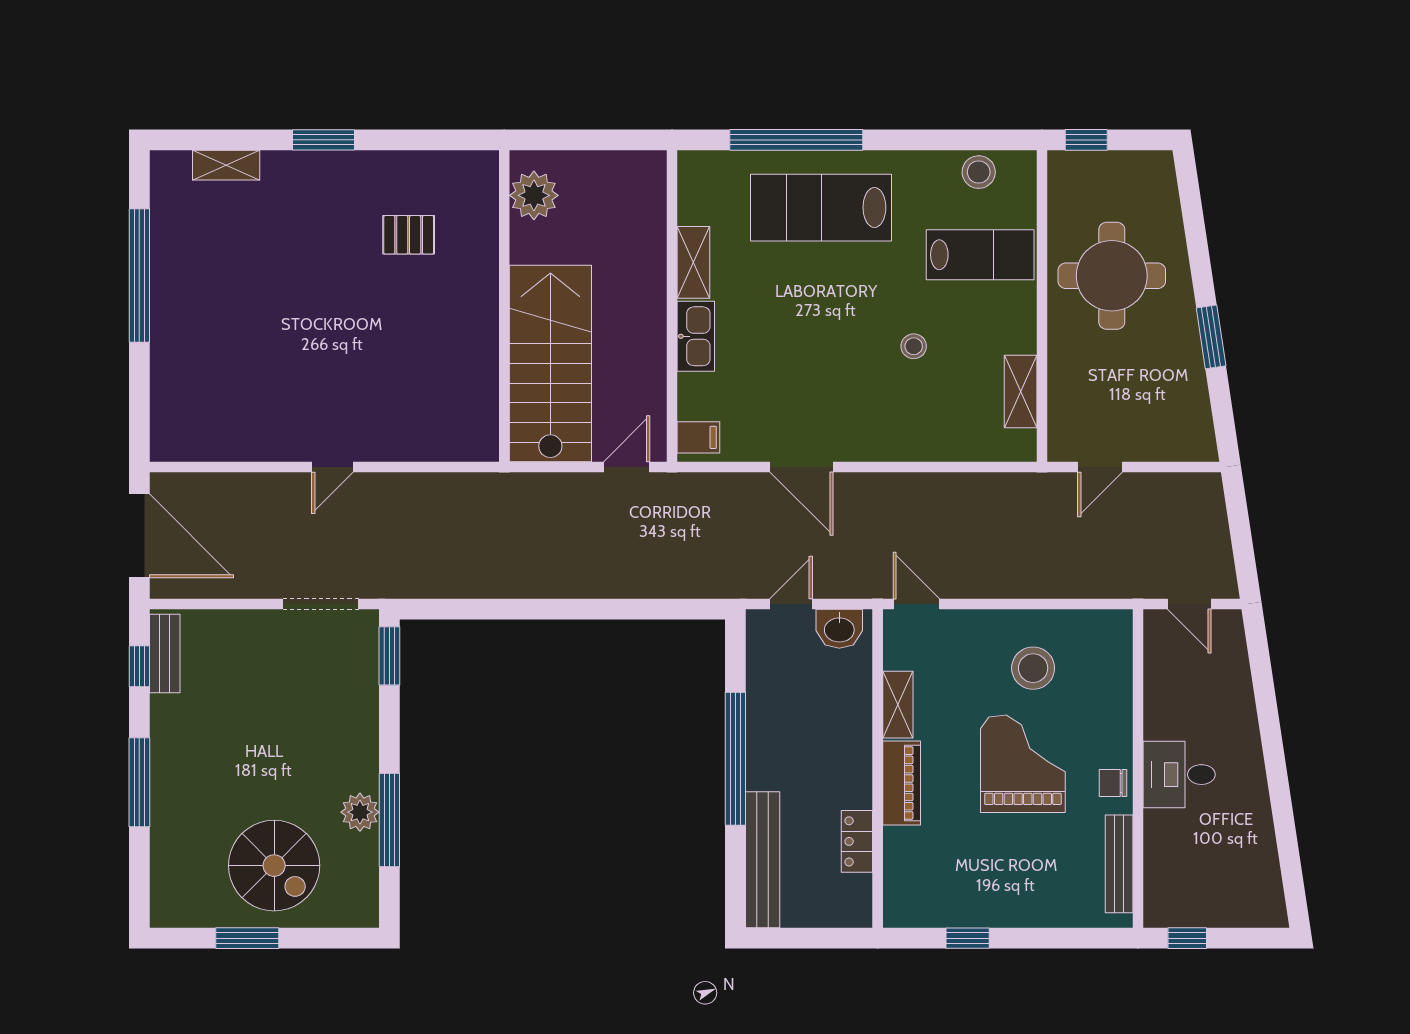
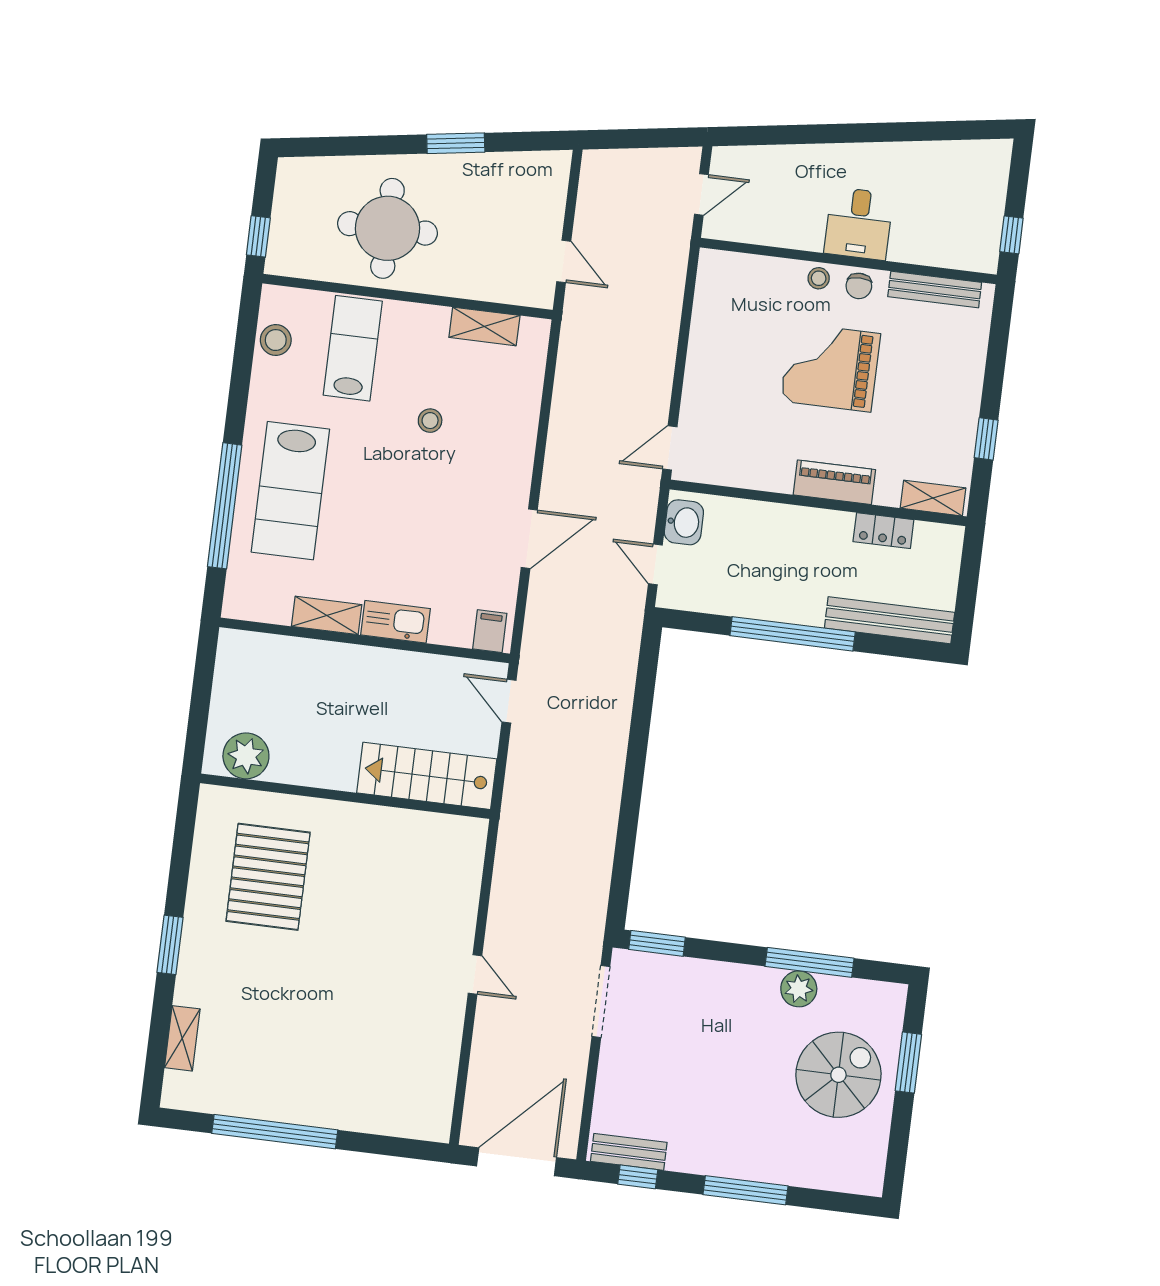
pallet: (409, 235) -> (268, 877), width x2.05, depth x2.00
stairs: (550, 364) -> (427, 776), width x0.73, depth x0.66
stool: (1033, 668) -> (819, 278), moved, width x0.53, depth x0.53
shelving: (898, 705) -> (933, 498), moved
window: (247, 938) -> (908, 1063), moved

